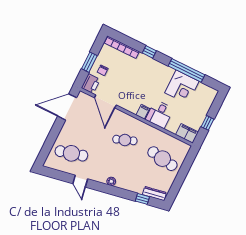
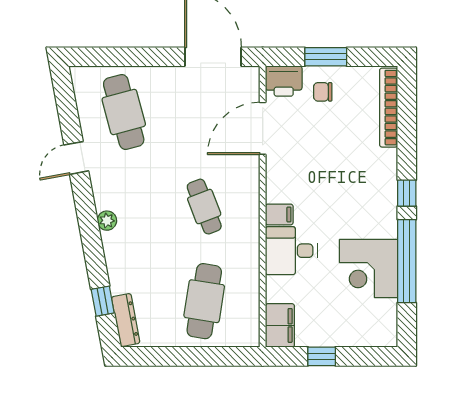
window: (149, 52) -> (407, 193), moved

